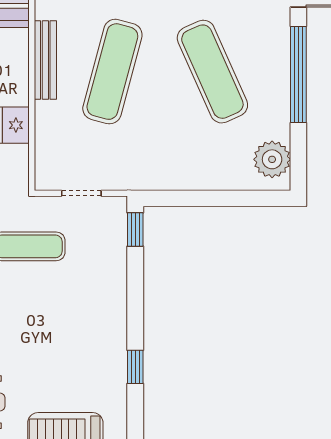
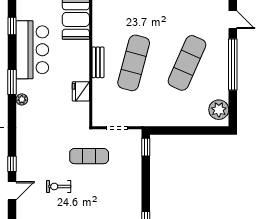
bench: (45, 60) -> (98, 62), width x0.73
exercise mat: (212, 72) -> (187, 63), turned 48

